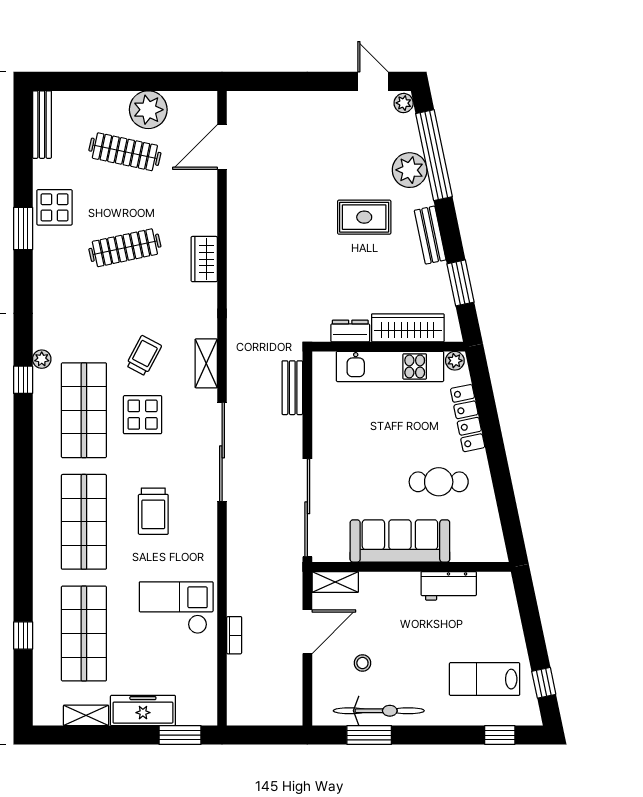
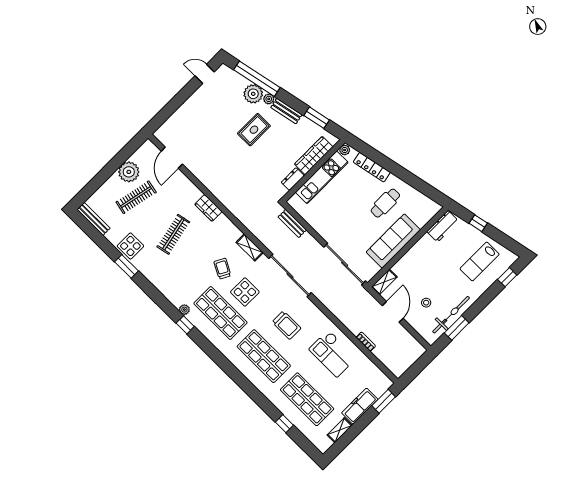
plant: (404, 103) -> (269, 99), moved
workbench: (449, 586) -> (443, 226), moved
checkout: (176, 608) -> (333, 354), turned -90
window: (544, 683) -> (478, 223), moved

